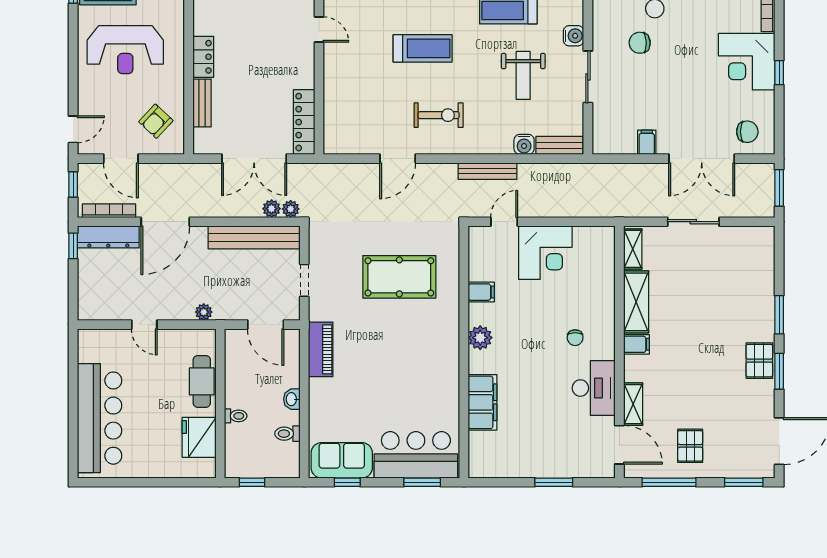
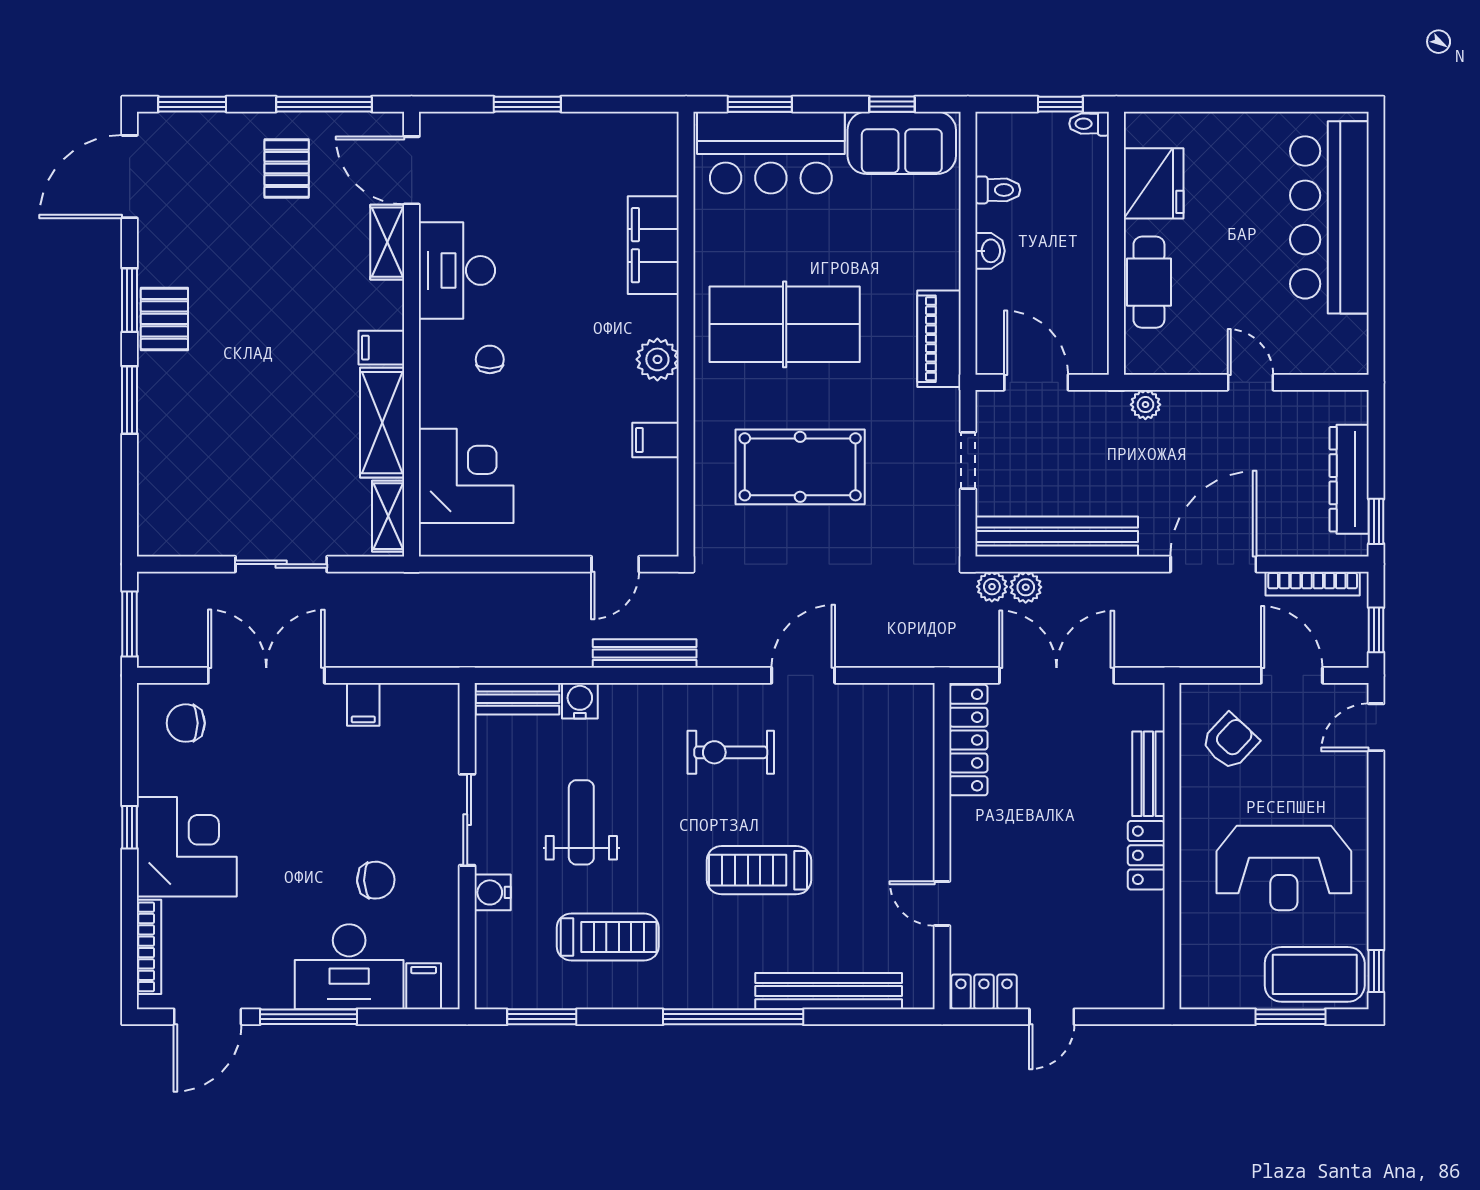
reception desk: (125, 50) -> (1284, 868), turned 180
dresser: (108, 237) -> (1349, 479), moved, turned -90
corner desk: (545, 253) -> (466, 476), moved, turned 90
table tennis table: (408, 358) -> (785, 324), added
toilet: (236, 416) -> (1089, 124), moved

